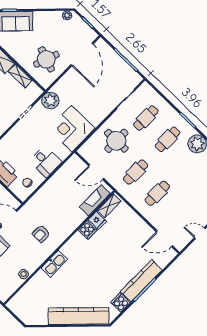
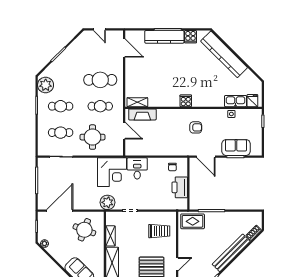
desk: (46, 161) -> (137, 168), moved
cafe table: (157, 193) -> (100, 80), width x1.37, depth x1.35
fridge: (97, 221) -> (252, 101), moved
cooker: (88, 230) -> (186, 101), moved
kitchen sink: (54, 264) -> (236, 101), moved

